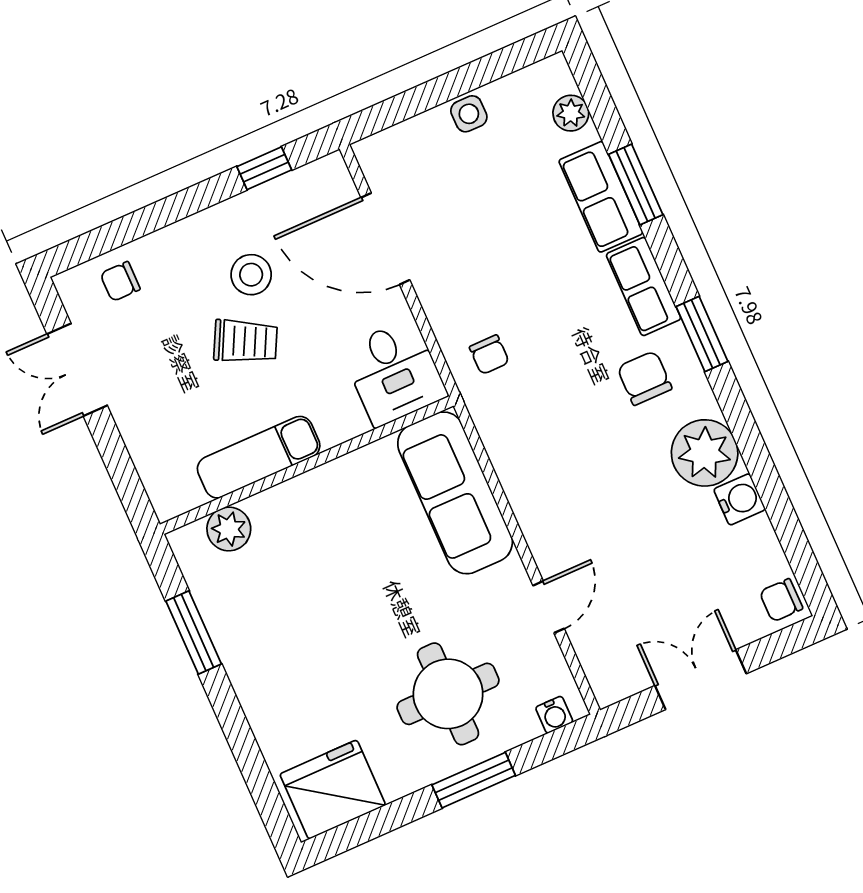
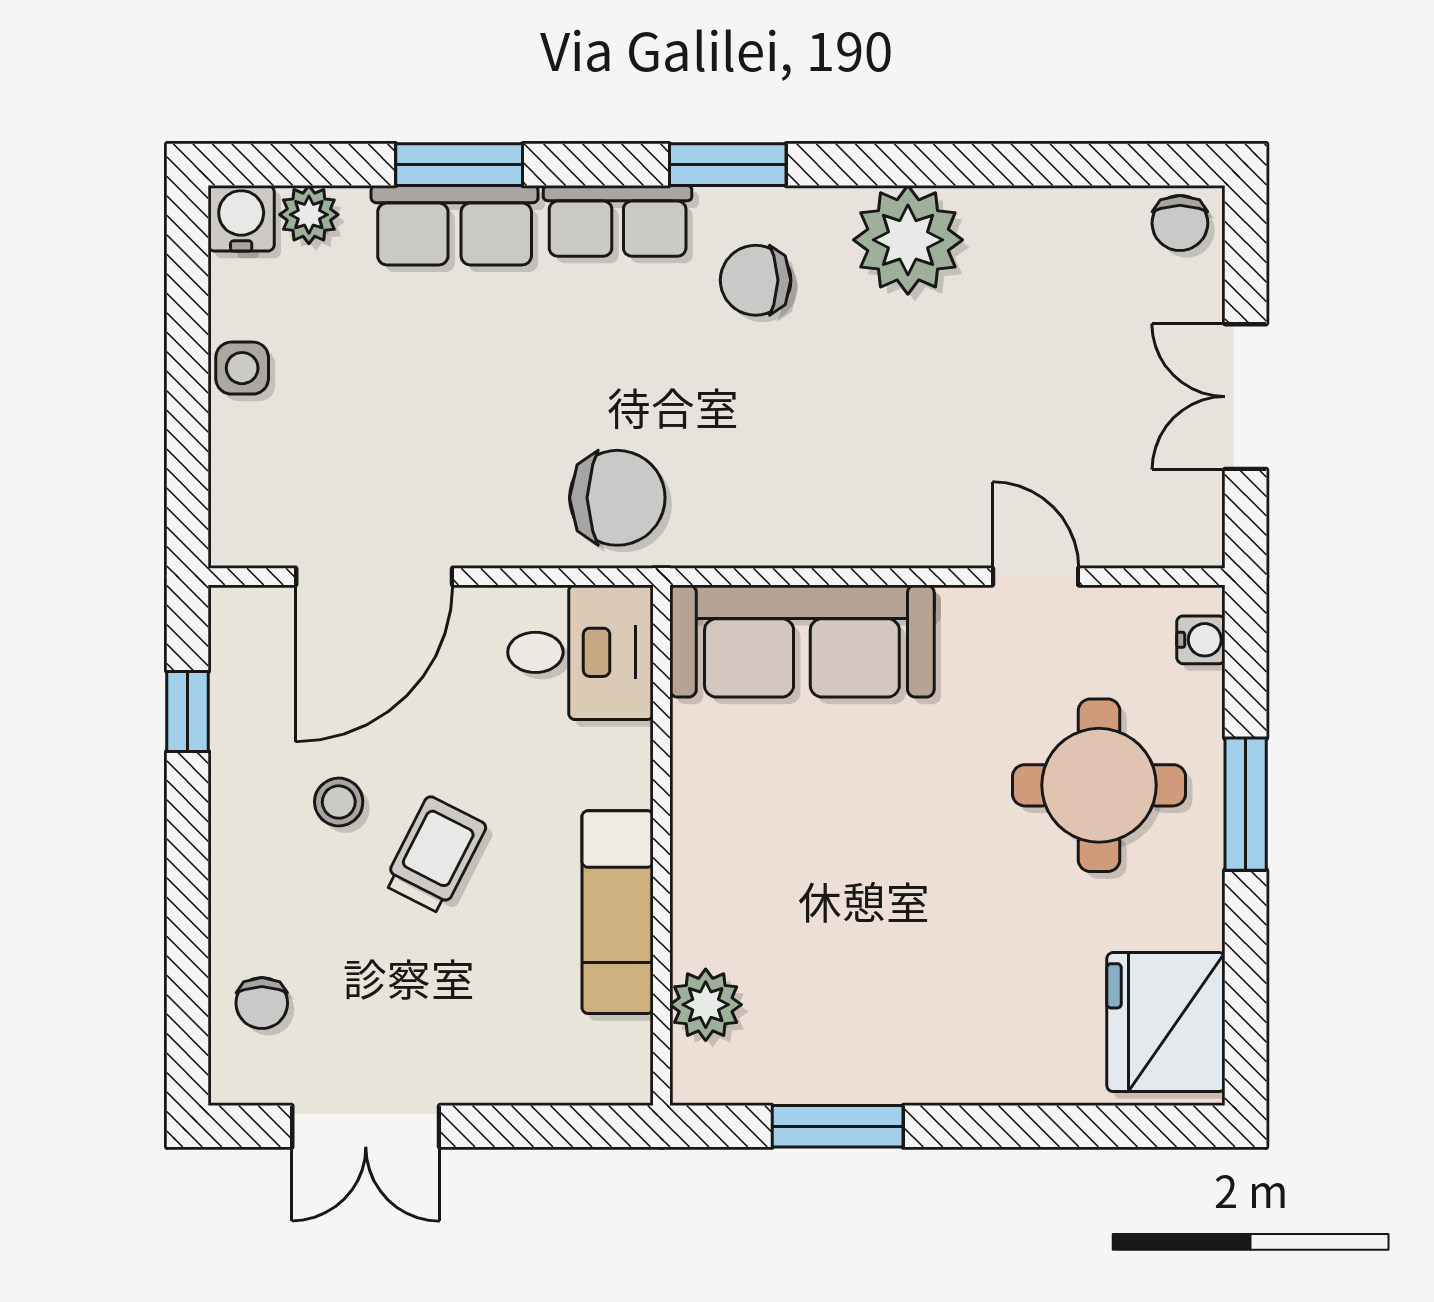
stool: (251, 275) -> (339, 802), width x0.73, depth x0.73
chair: (489, 355) -> (617, 498), width x1.87, depth x1.87
water cooler: (740, 499) -> (241, 218), moved

